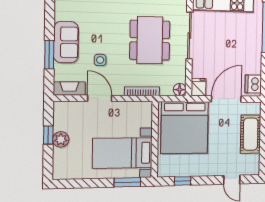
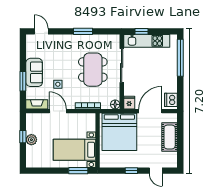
window: (183, 181) -> (131, 171), moved

